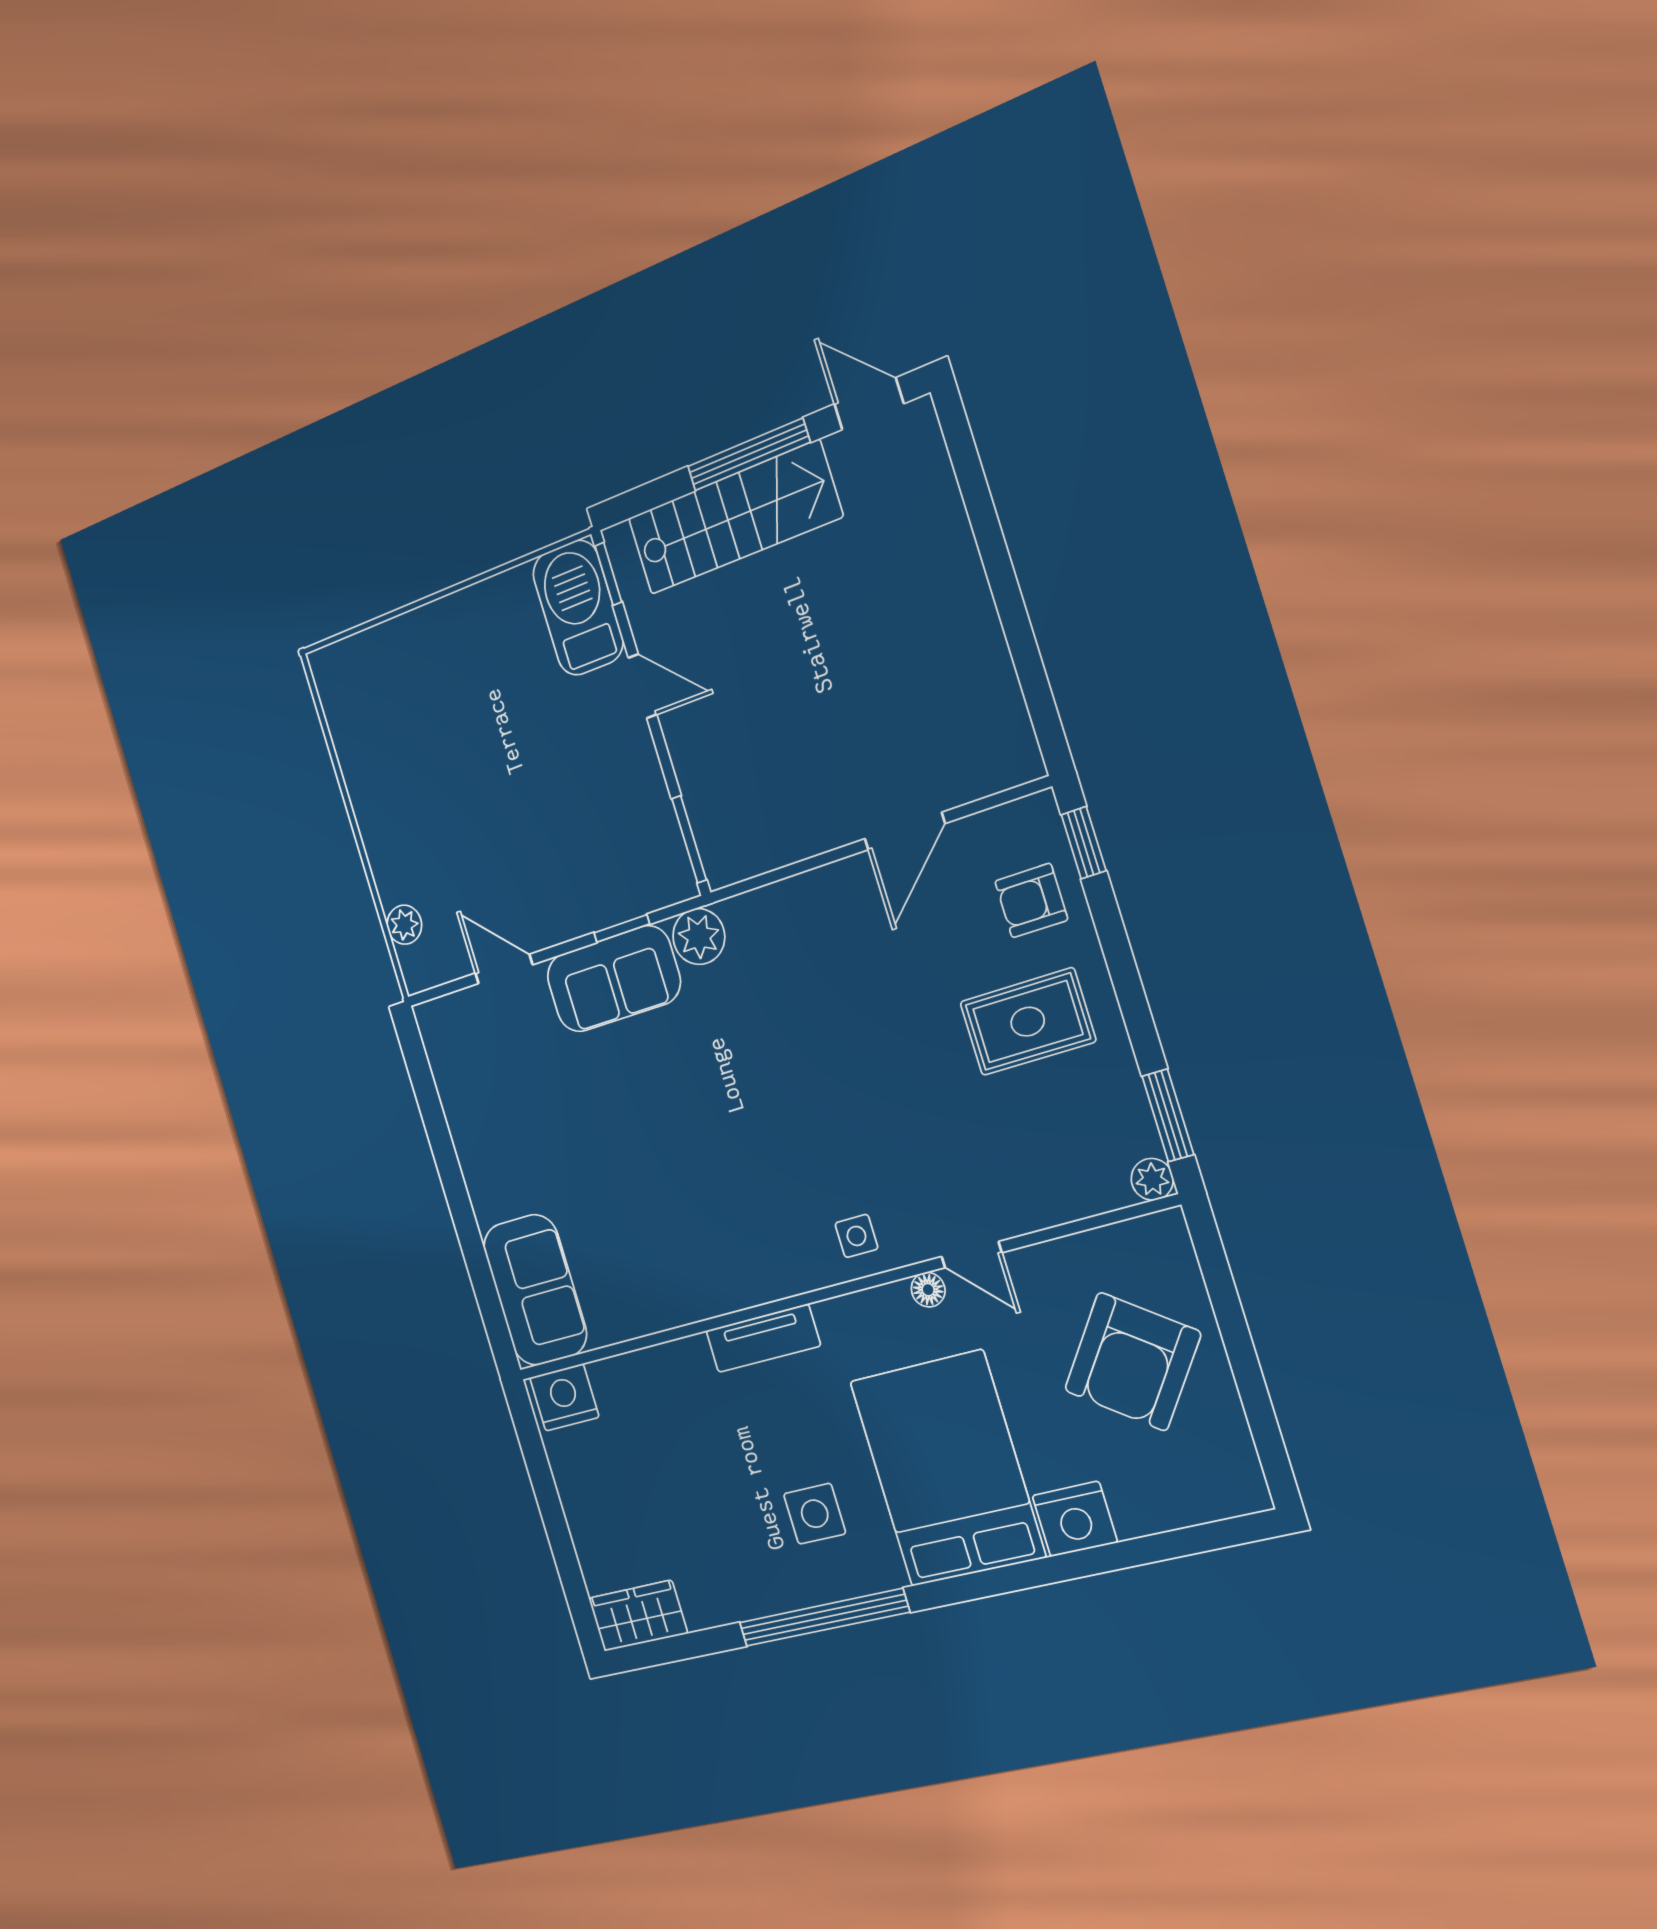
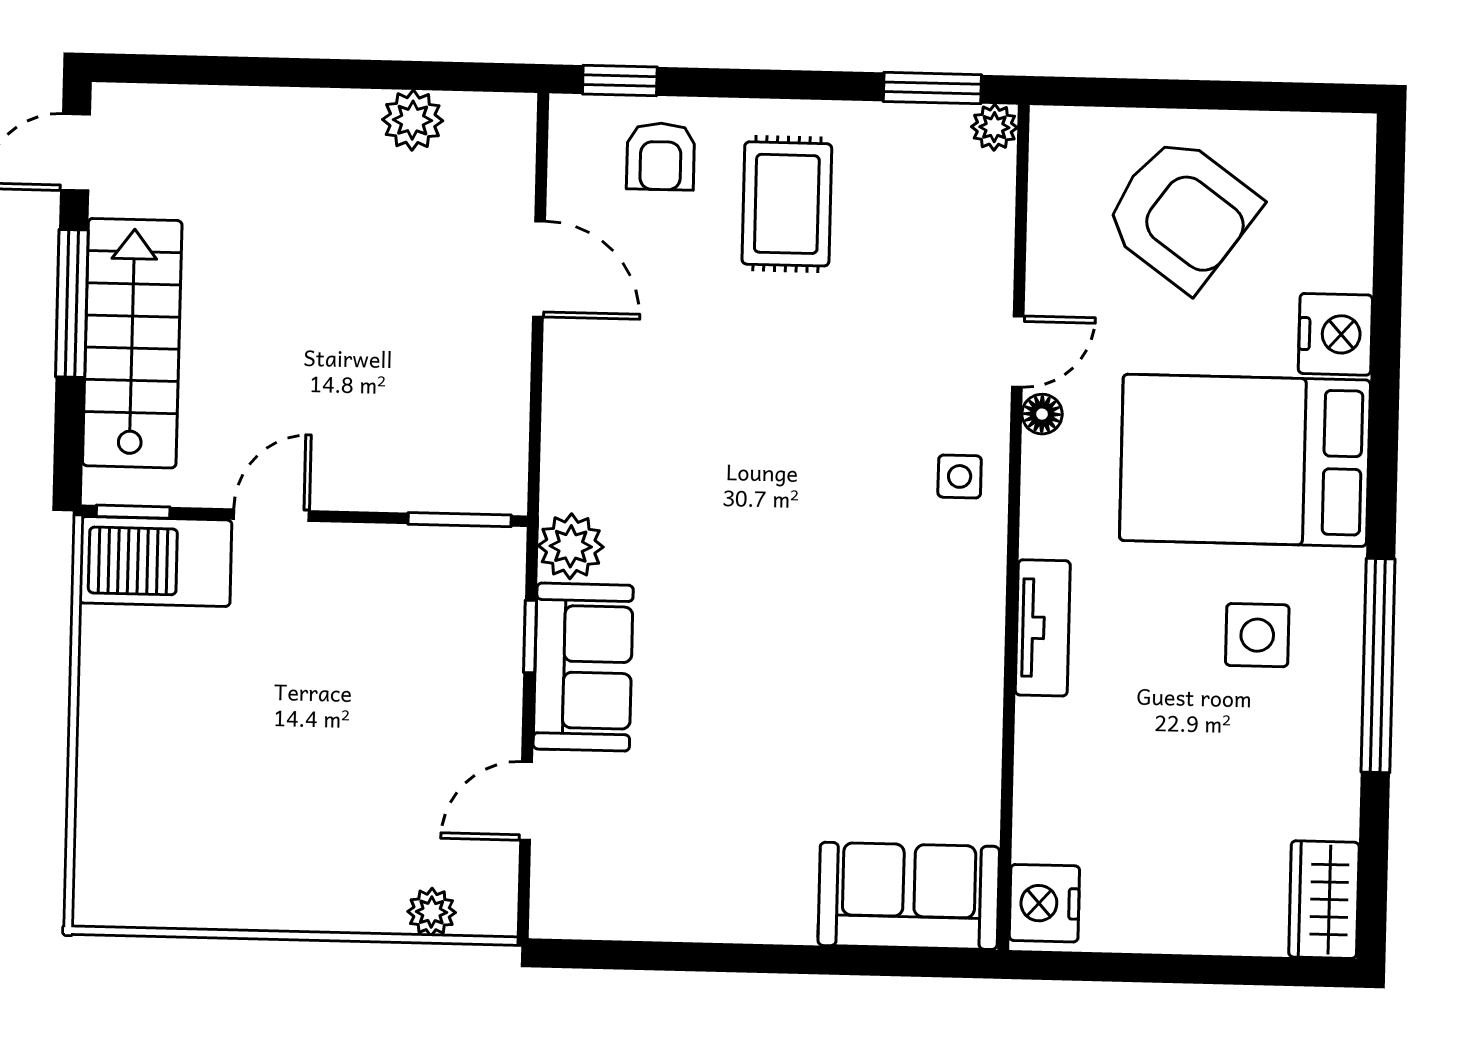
plant: (991, 678) -> (413, 120), added

